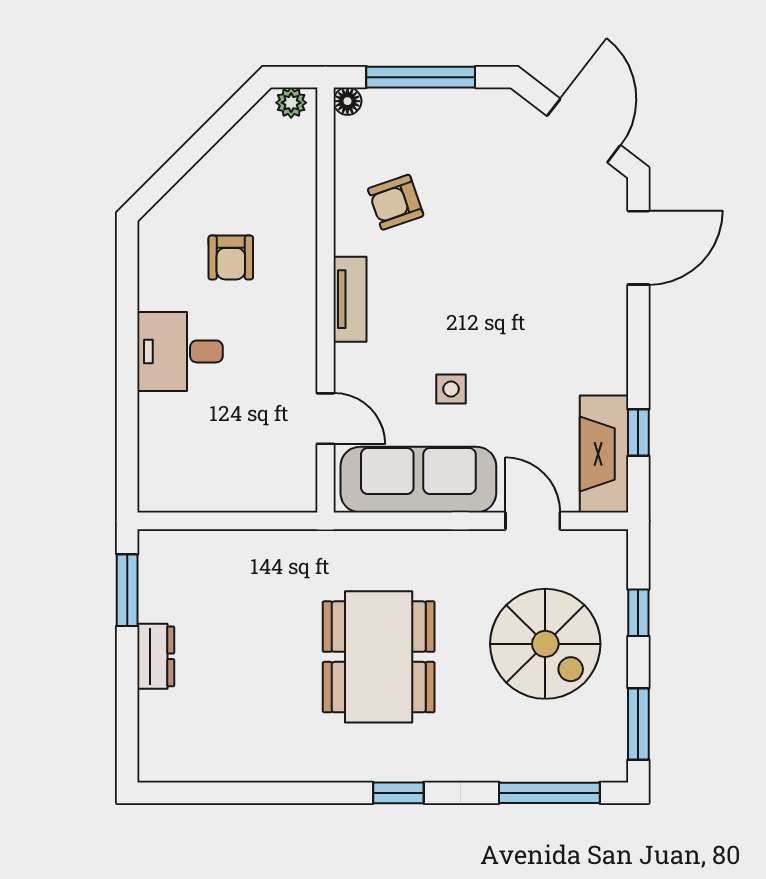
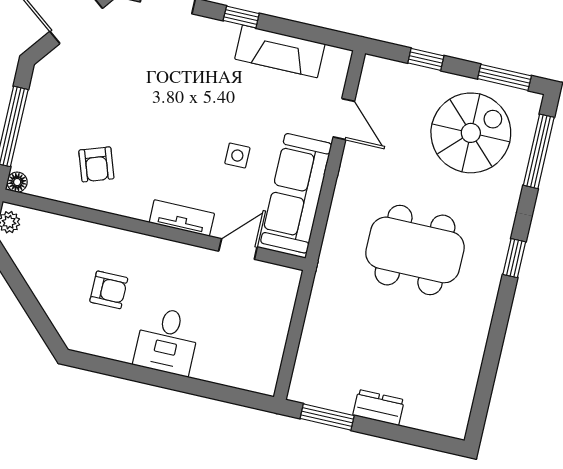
tv unit: (350, 299) -> (182, 218), moved
window: (638, 433) -> (241, 17), moved
fireplace: (604, 454) -> (280, 51), moved
door: (533, 521) -> (344, 119), swing flipped
spiral stairs: (545, 644) -> (471, 133), moved

